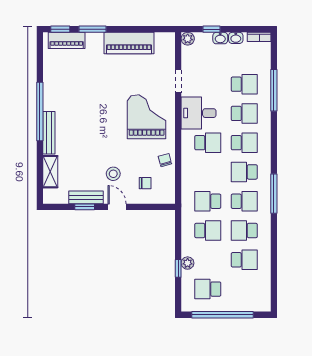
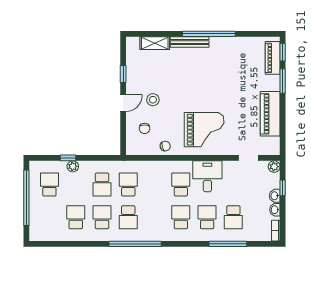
doorway: (178, 81) -> (248, 158), moved
school desk: (244, 113) -> (207, 217), turned 180
school desk: (208, 143) -> (181, 185), turned 180
school desk: (244, 143) -> (181, 217), turned 180
school desk: (244, 172) -> (155, 217), removed
window: (274, 194) -> (135, 244), width x1.46
bench: (86, 197) -> (132, 75), removed
school desk: (244, 260) -> (76, 217), turned 180

